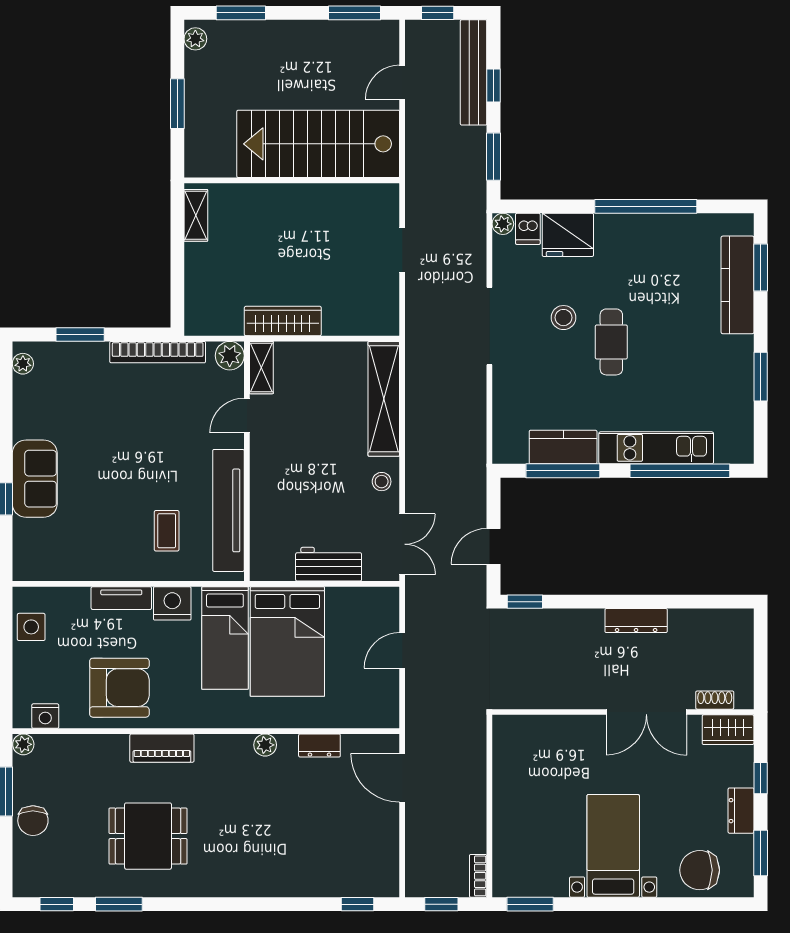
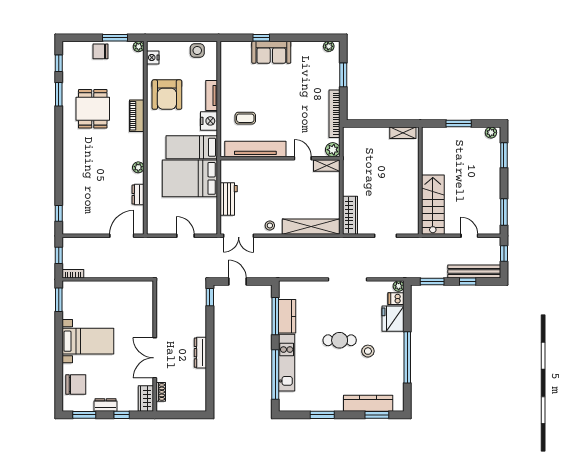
stairs: (318, 144) -> (433, 205), width x0.73, depth x0.66
stool: (563, 318) -> (368, 351), moved
wardrobe: (283, 321) -> (350, 215), moved
chair: (700, 870) -> (76, 384), turned 90

